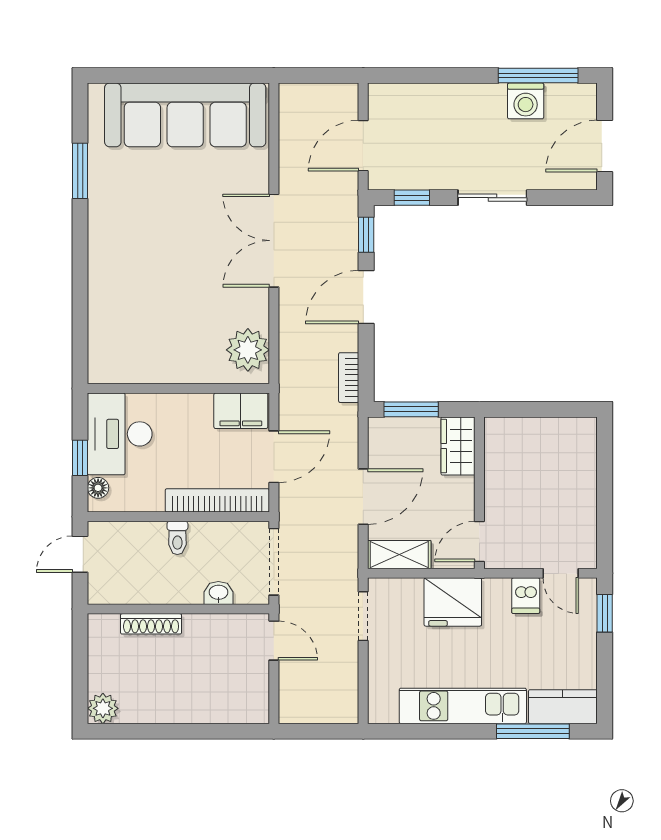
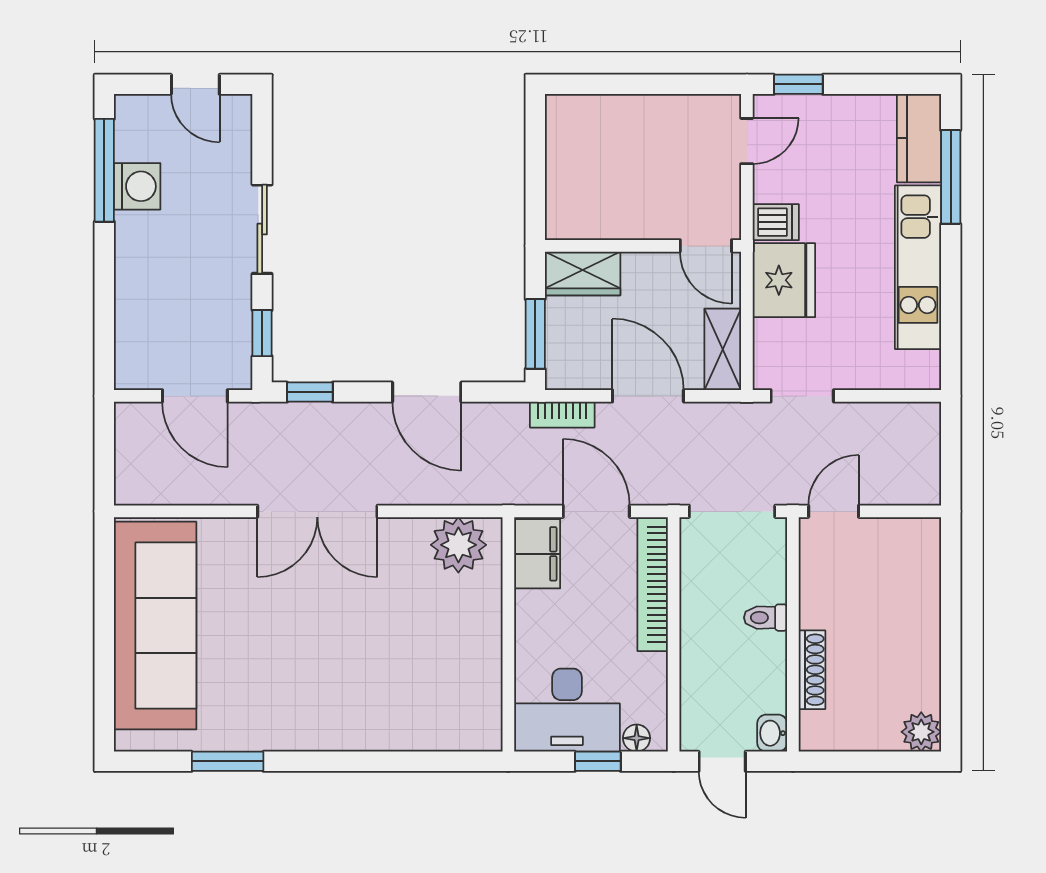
door: (605, 146) -> (195, 84), width x0.73
door: (366, 297) -> (427, 392), moved
bookcase: (349, 378) -> (562, 415), moved
toilet: (177, 538) -> (765, 618), moved, turned 180
washbasin: (218, 593) -> (772, 733), moved
dishwasher: (526, 596) -> (776, 222), moved

